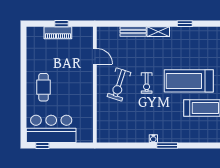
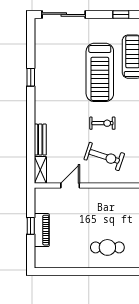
shelving: (158, 32) -> (40, 170), moved

